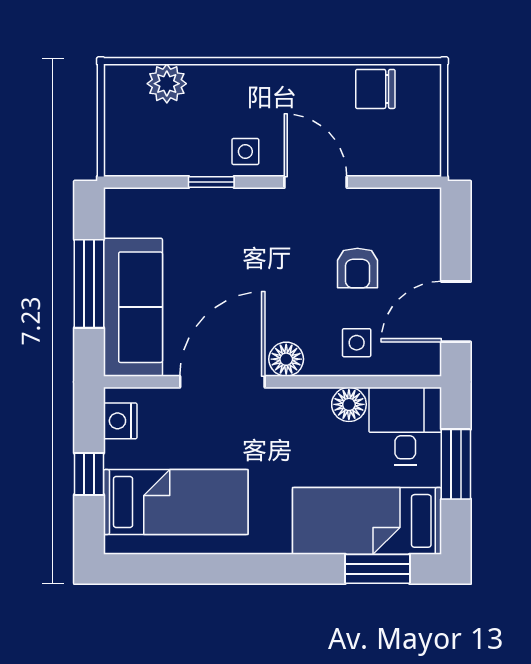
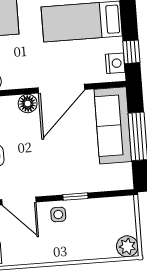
plant: (167, 84) -> (127, 246), moved
window: (89, 474) -> (131, 52), moved

